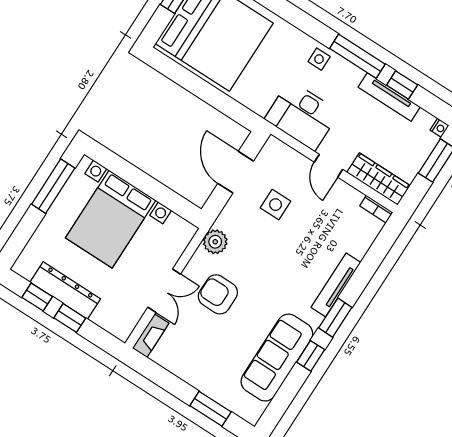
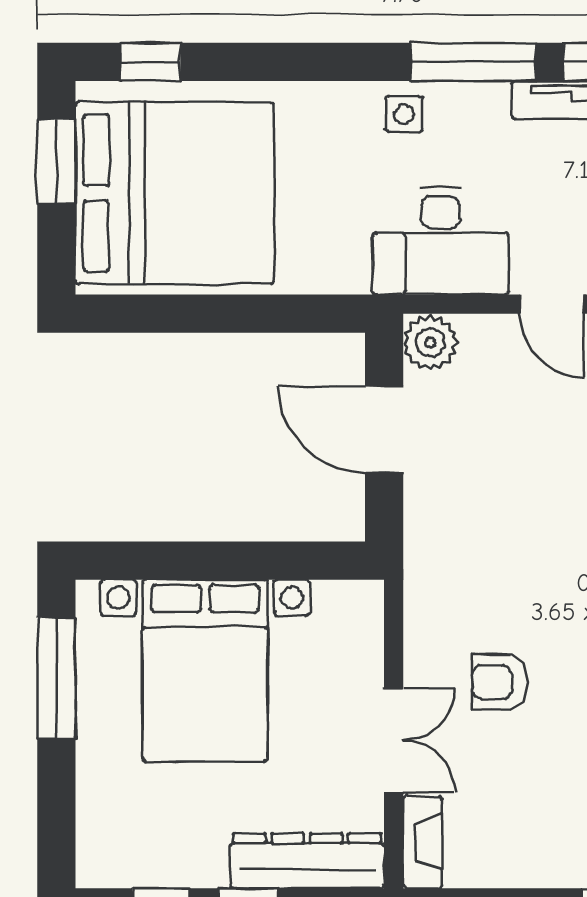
side table: (276, 205) -> (499, 442), removed
plant: (215, 242) -> (430, 343), moved
dresser: (65, 291) -> (307, 861), moved
armchair: (218, 294) -> (500, 682), width x0.72, depth x0.72

